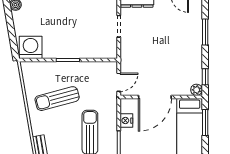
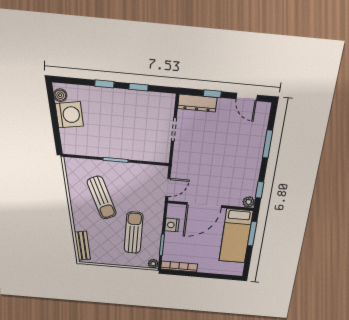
washing machine: (31, 47) -> (69, 115), moved, turned 80
sun lounger: (57, 99) -> (102, 198), turned -99

